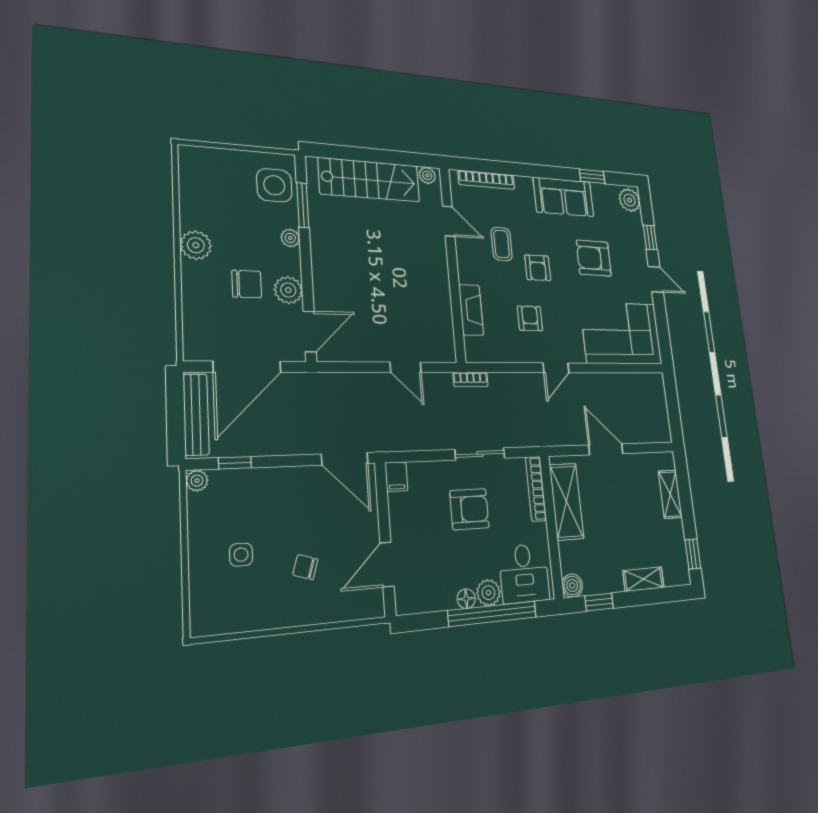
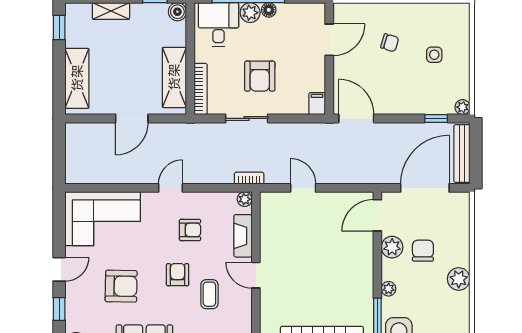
door: (449, 221) -> (256, 275), moved
door: (656, 279) -> (59, 269), swing flipped
chair: (247, 284) -> (423, 251), turned 90
armchair: (530, 318) -> (190, 230), turned -90
plant: (473, 354) -> (245, 199), added
door: (606, 449) -> (132, 118), hinge flipped
shelving: (670, 494) -> (77, 78), width x1.50, depth x1.33
armchair: (469, 509) -> (260, 76), turned -90

